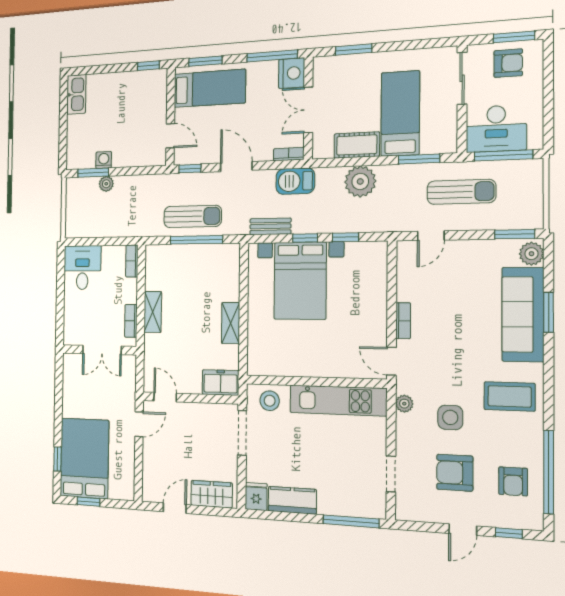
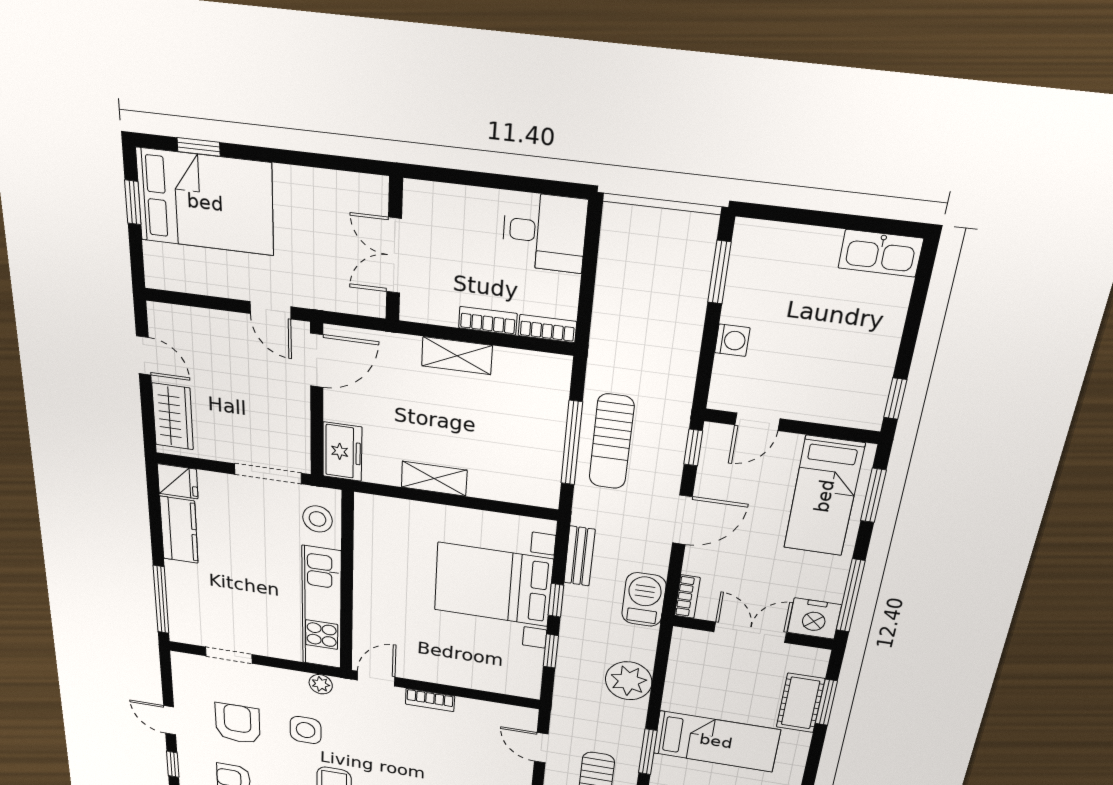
cot: (357, 145) -> (800, 703), moved
washing machine: (104, 160) -> (732, 340), moved
plant: (106, 184) -> (694, 296), removed
bookcase: (131, 321) -> (488, 321), moved
door: (165, 397) -> (317, 360), width x1.38

